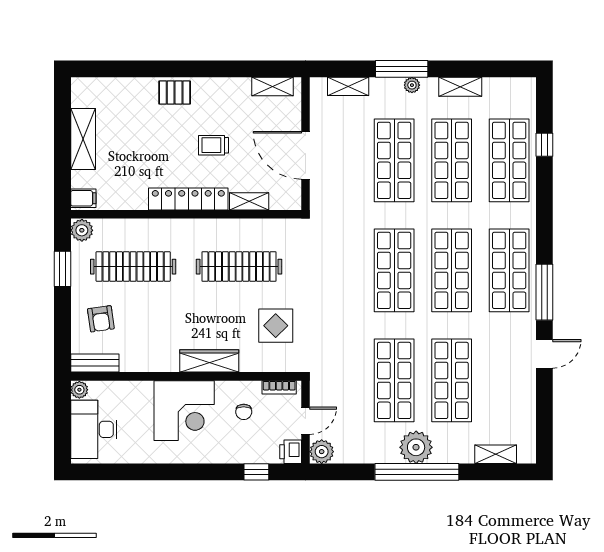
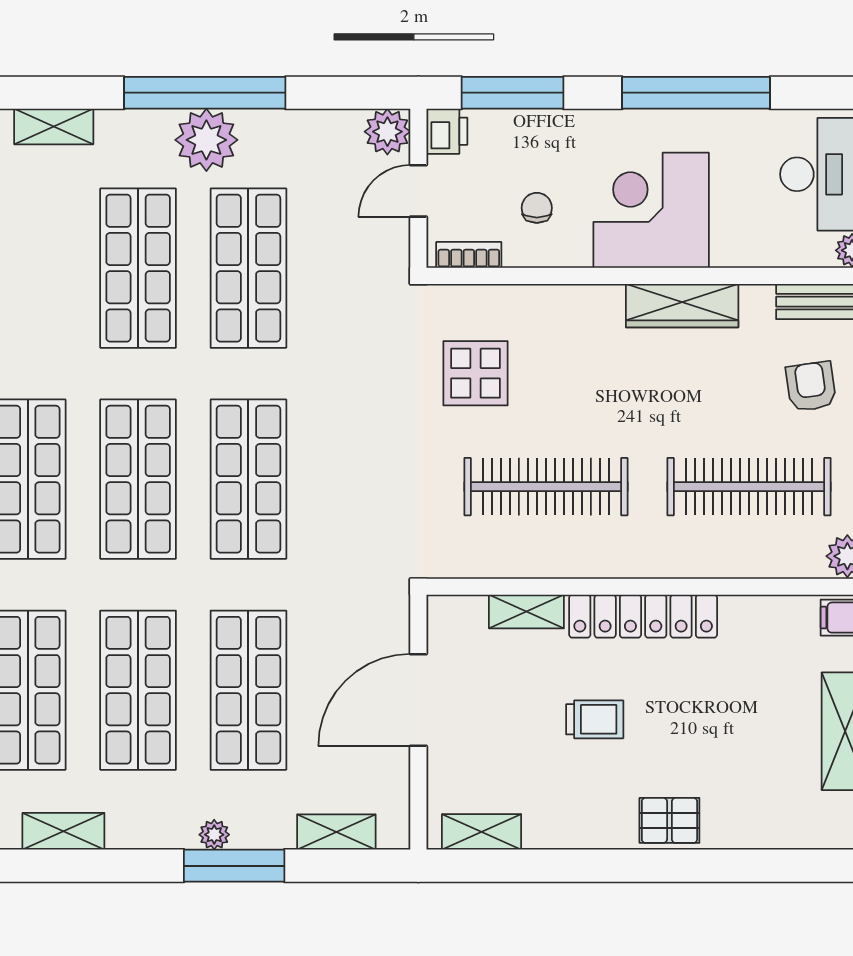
shelving: (460, 87) -> (63, 831), moved
door: (305, 155) -> (418, 700), swing flipped
wardrobe: (209, 361) -> (682, 306), moved
window: (161, 472) -> (696, 93), added
window: (256, 472) -> (513, 93), width x2.17

